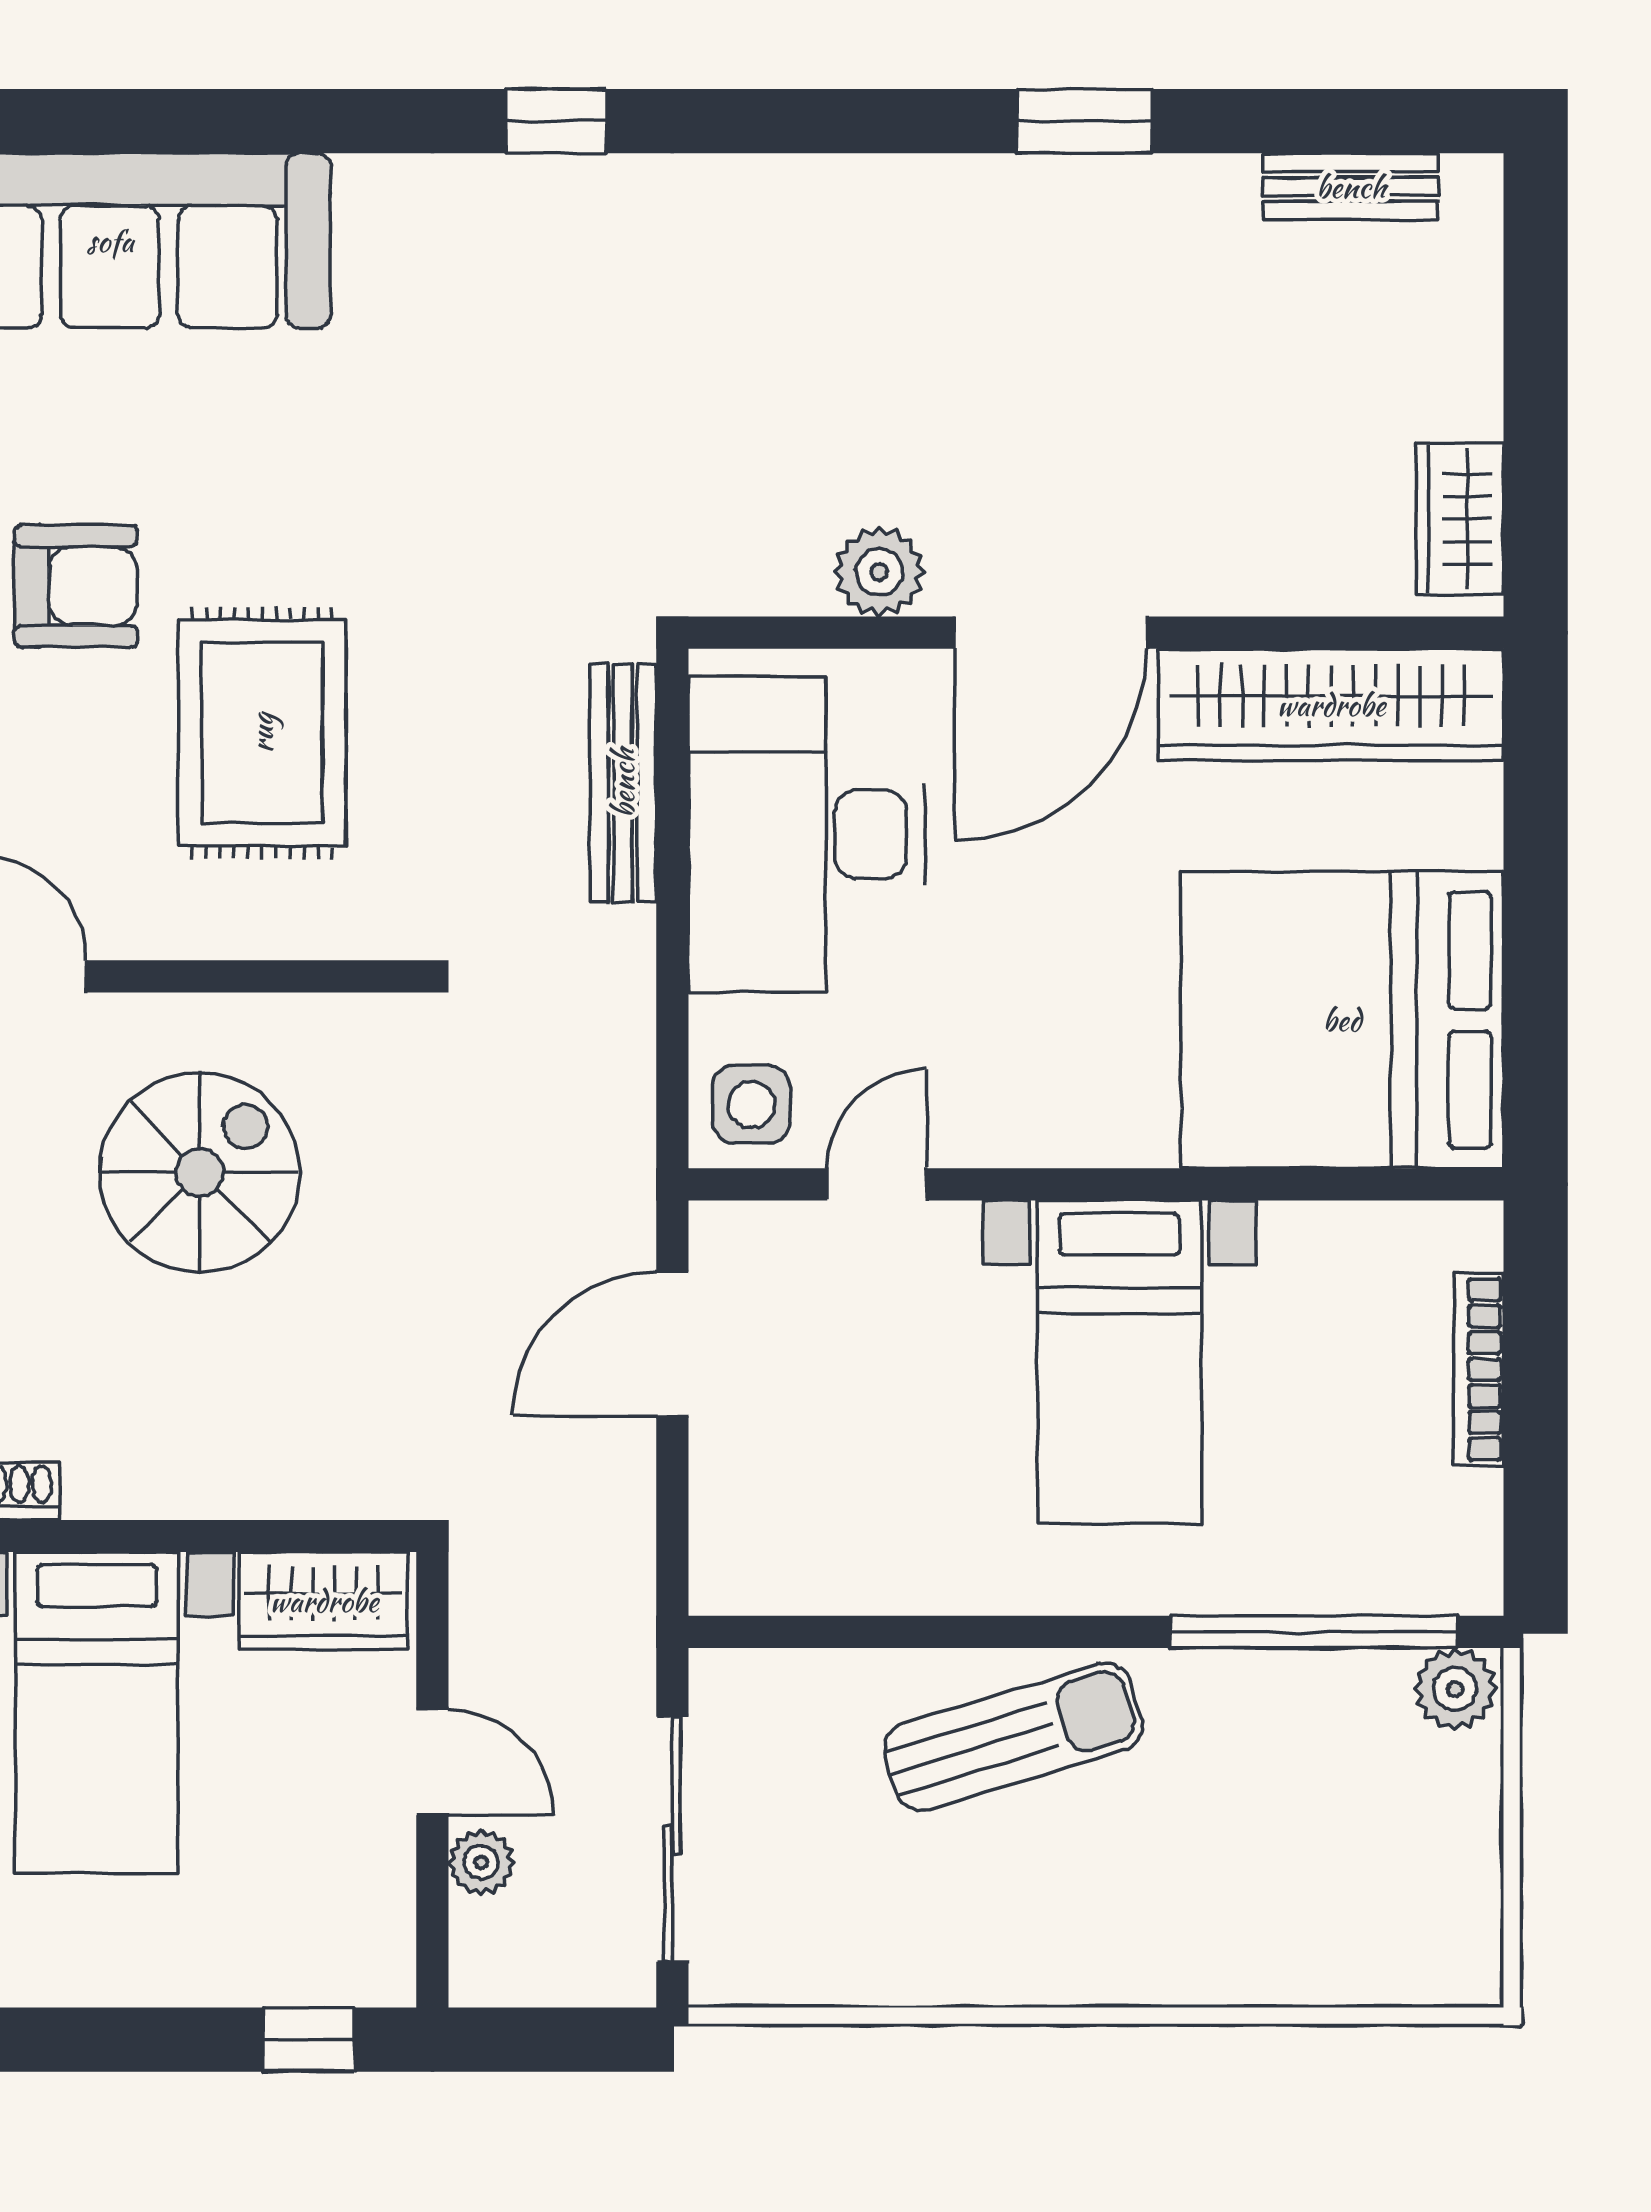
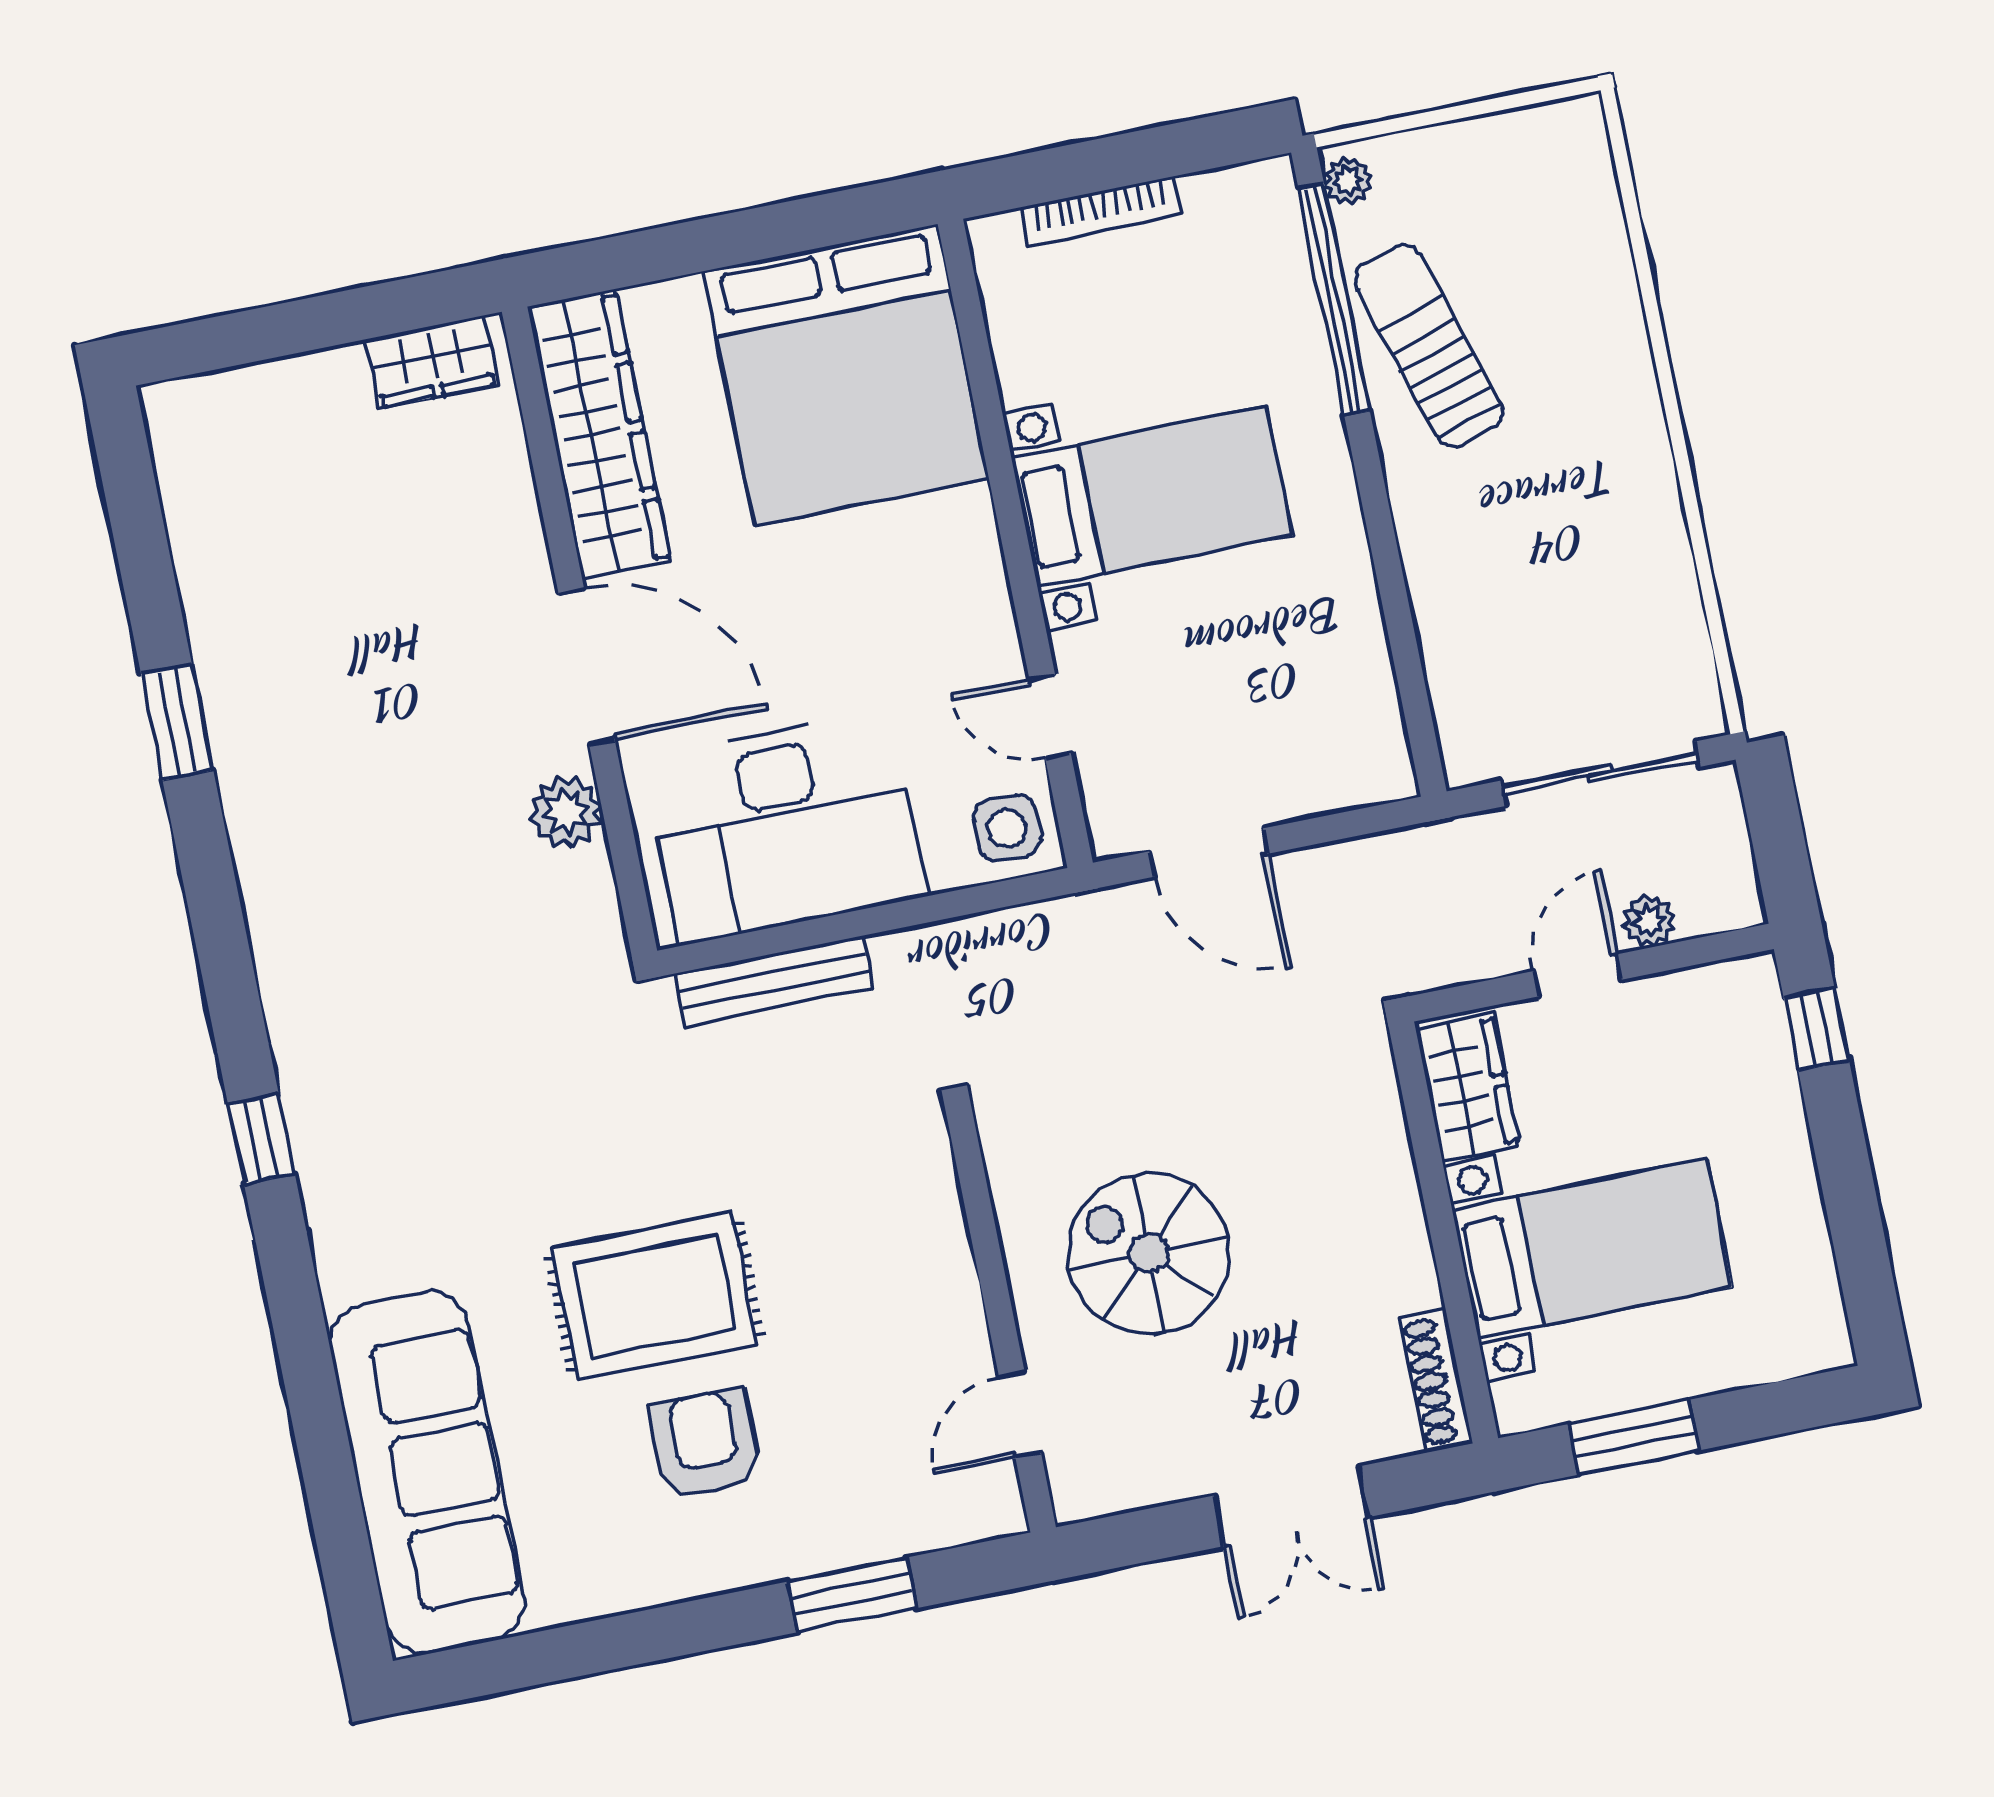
bench: (1351, 187) -> (186, 501), removed
rug: (262, 733) -> (655, 1296), moved
plant: (1455, 1689) -> (1348, 181), width x0.73, depth x0.73
sun lounger: (1014, 1737) -> (1429, 346), moved

